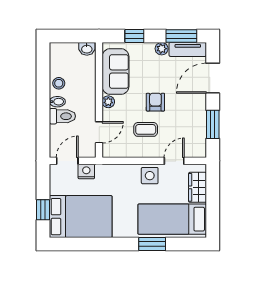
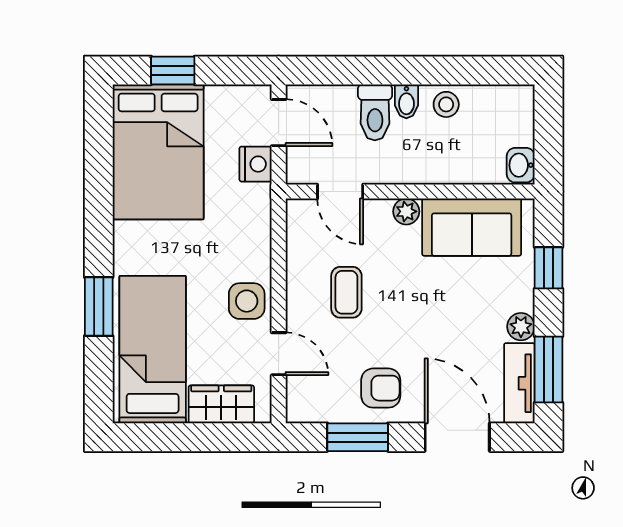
armchair: (155, 102) -> (381, 388), moved

